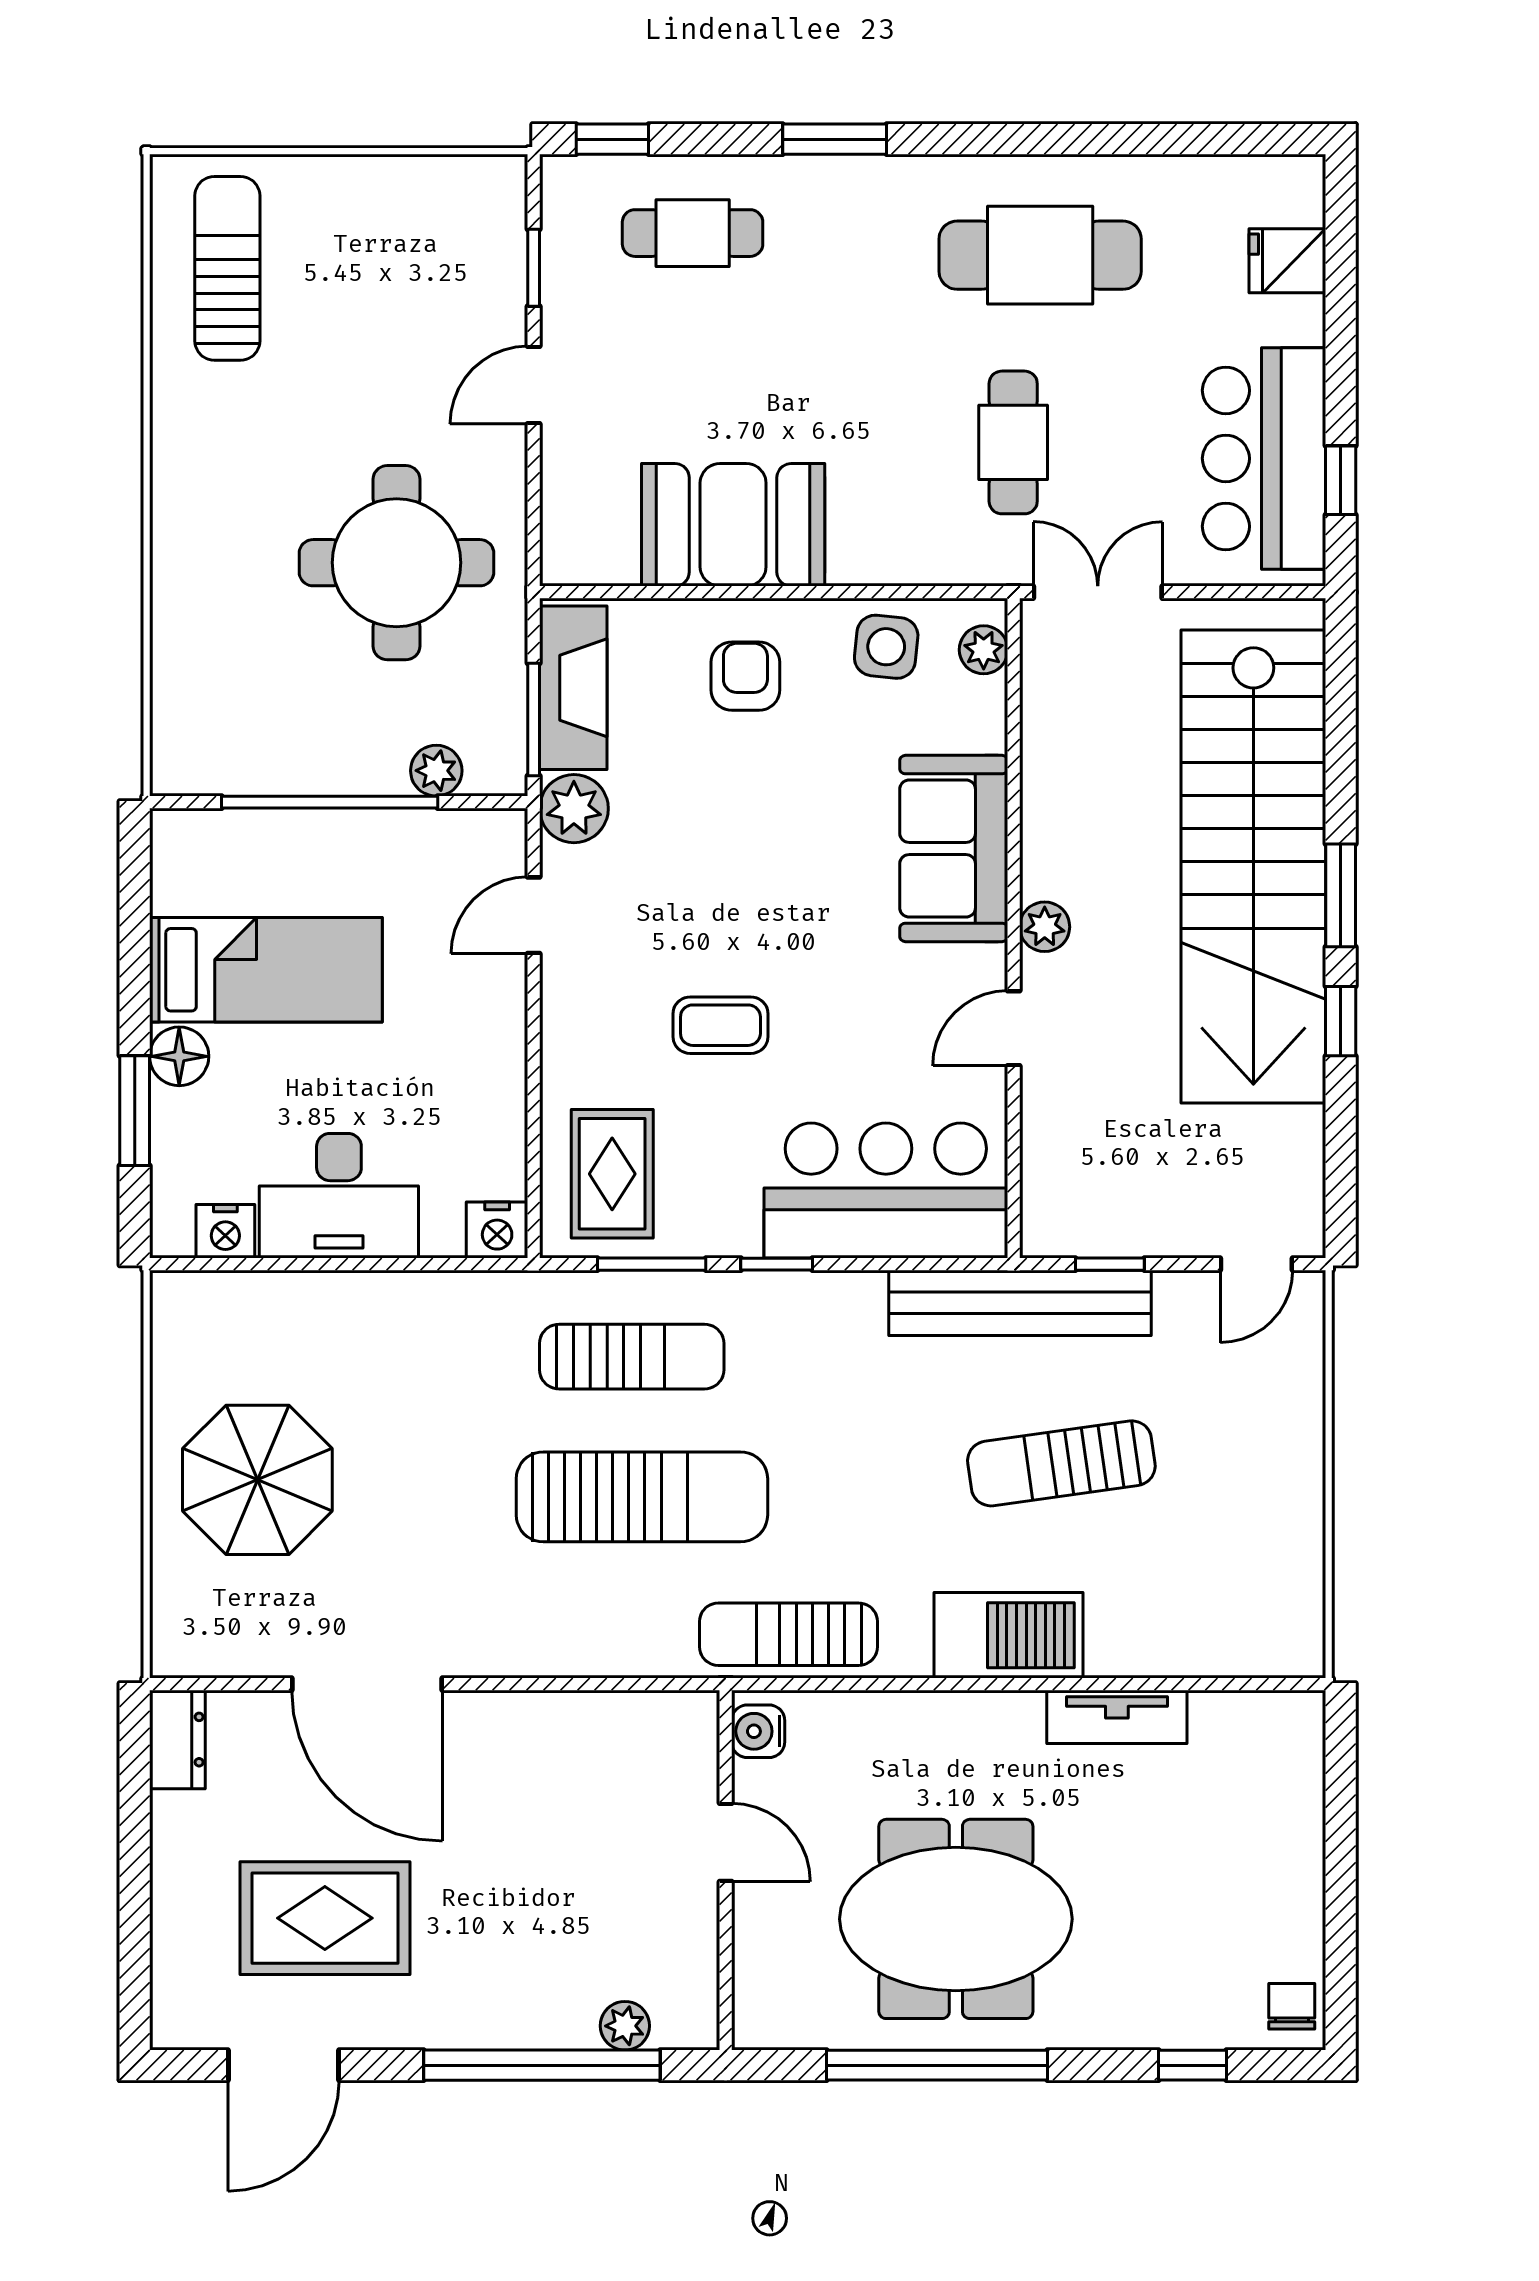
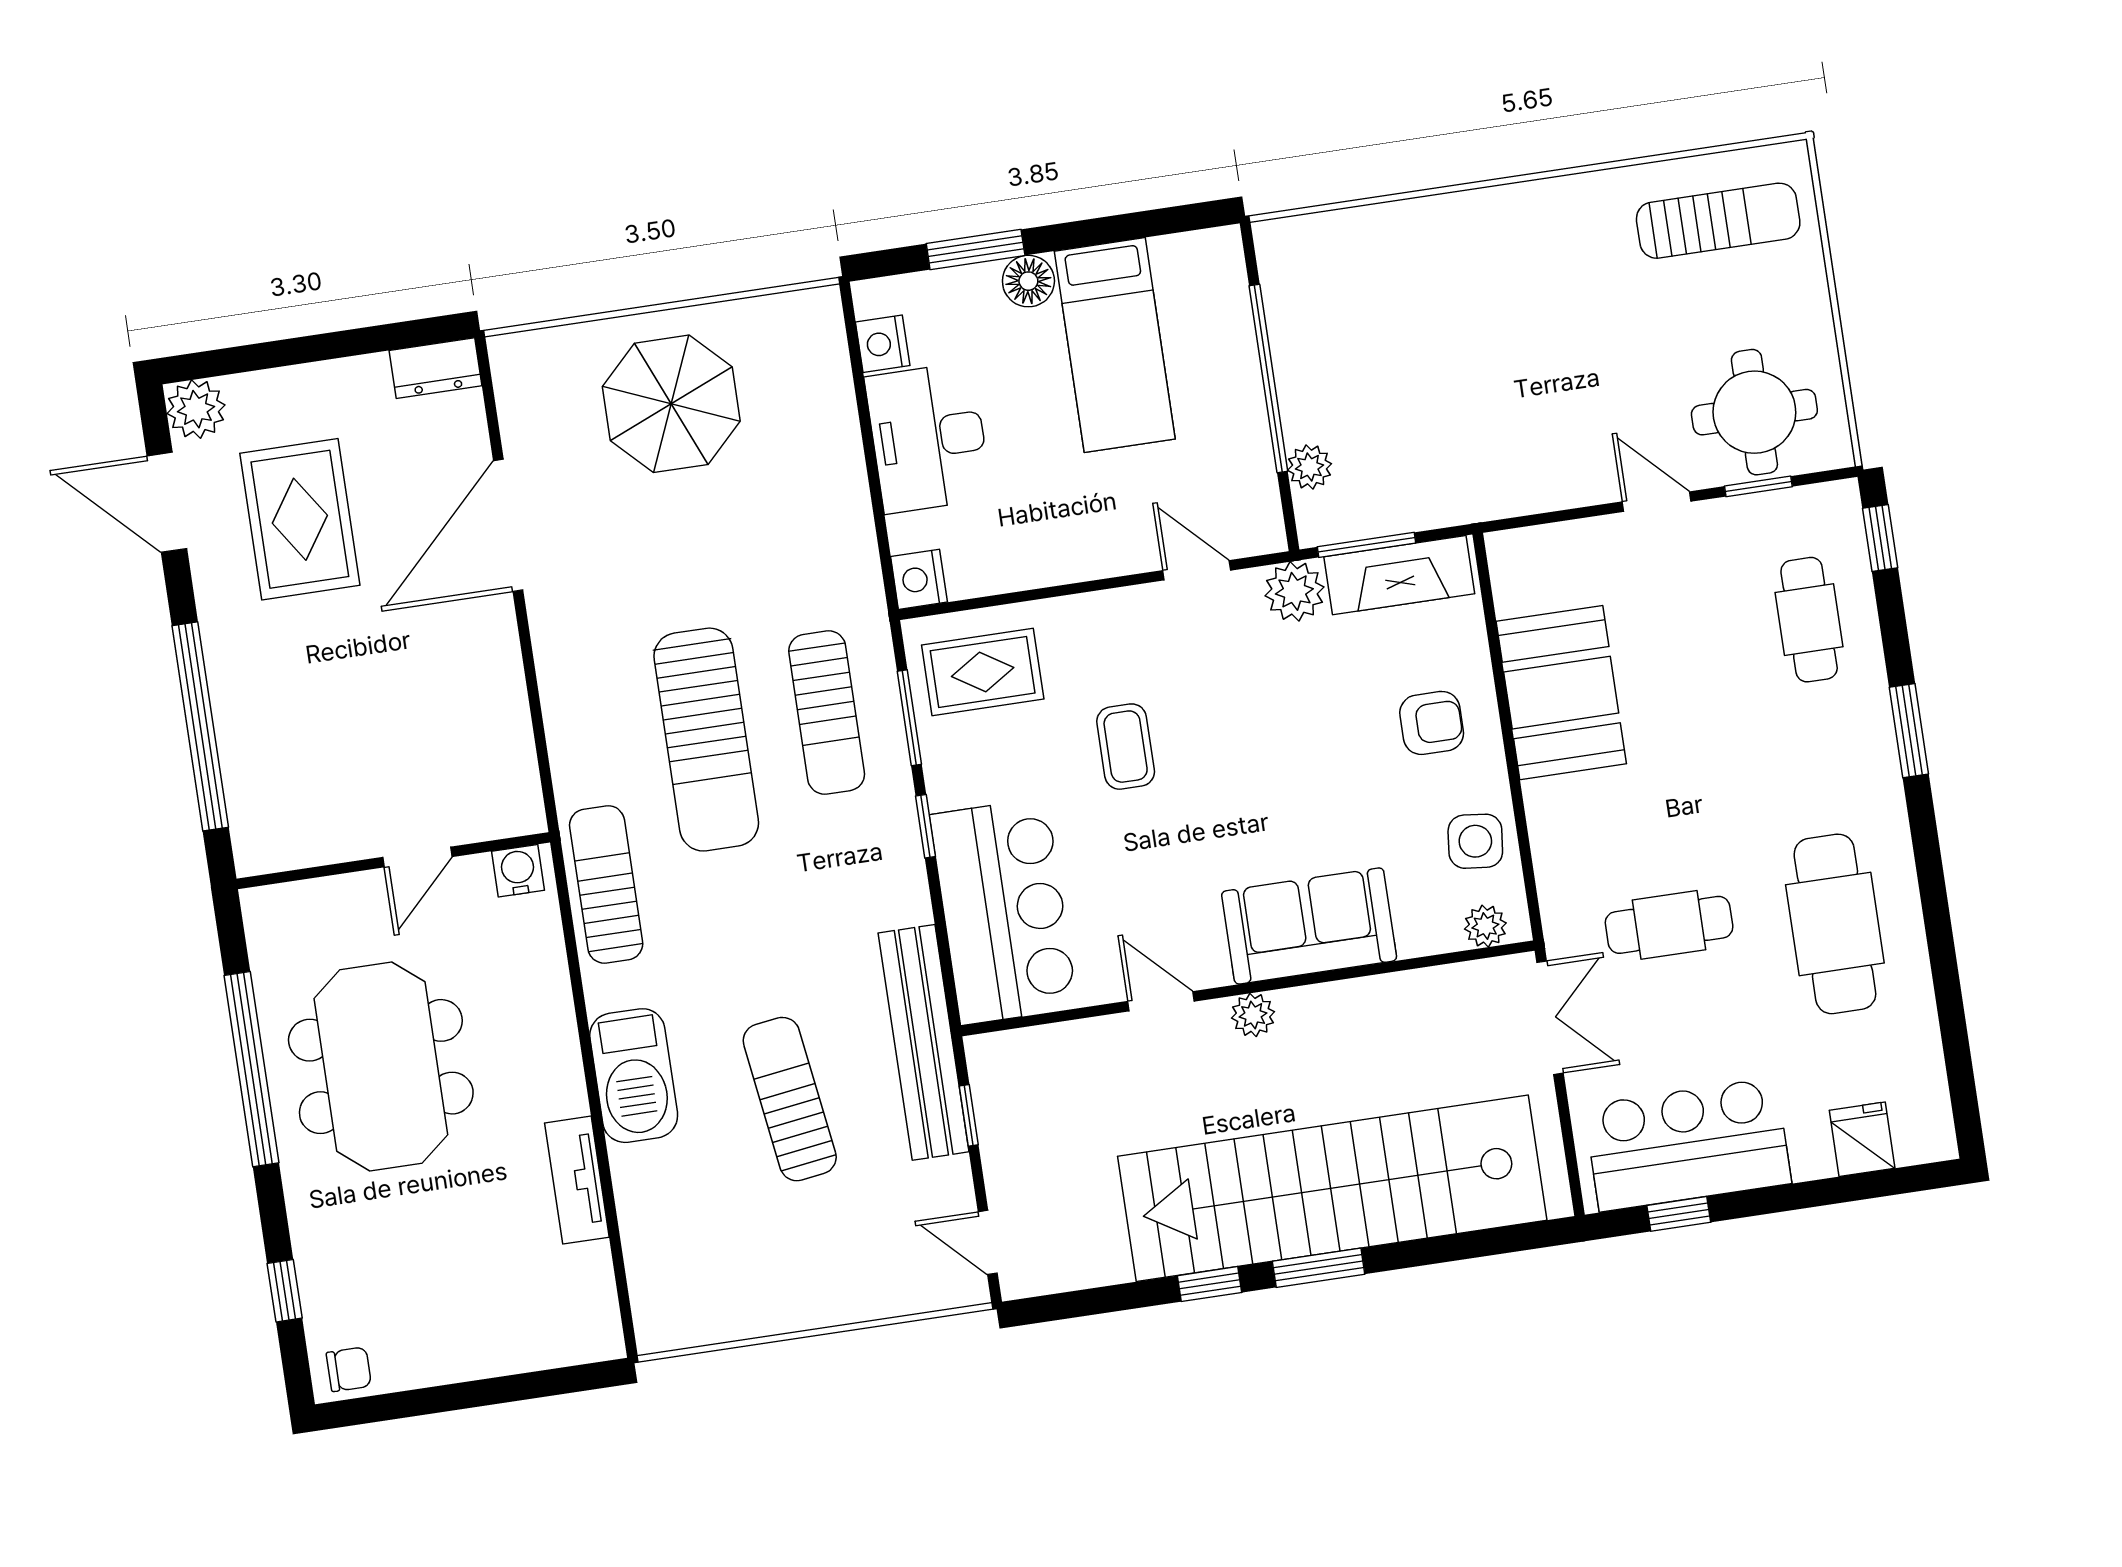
round table: (396, 563) -> (1754, 412), moved, width x0.73, depth x0.73
plant: (625, 2026) -> (196, 409), moved, width x1.38, depth x1.38

